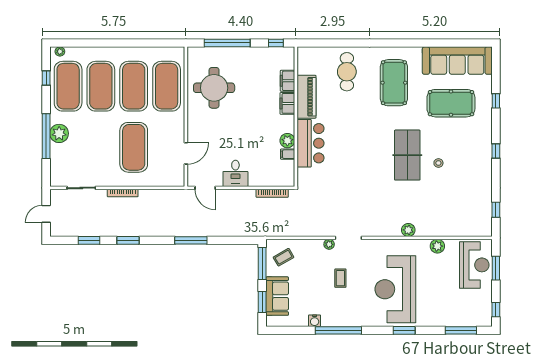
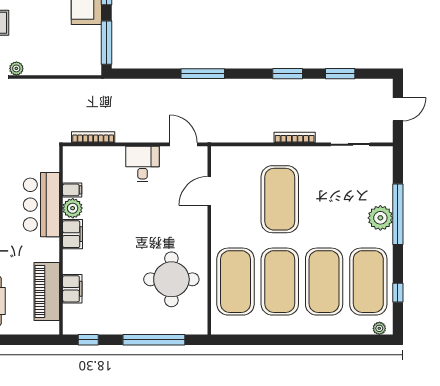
piano: (307, 97) -> (47, 292), moved
filing cabinet: (287, 103) -> (73, 234), moved
coffee table: (284, 257) -> (78, 51), removed

